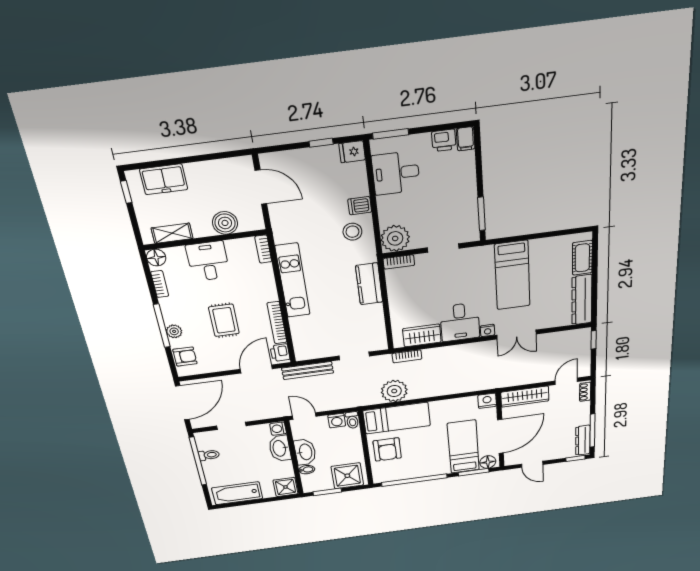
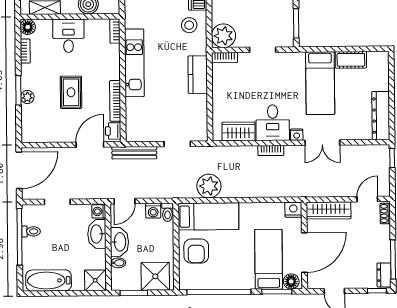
cot: (582, 258) -> (351, 60), moved, turned 90
window: (162, 326) -> (18, 90), width x0.69
bookcase: (407, 356) -> (271, 150), moved
armchair: (185, 357) -> (31, 123), removed
door: (304, 416) -> (124, 201), swing flipped
dresser: (583, 440) -> (384, 275), width x0.70

